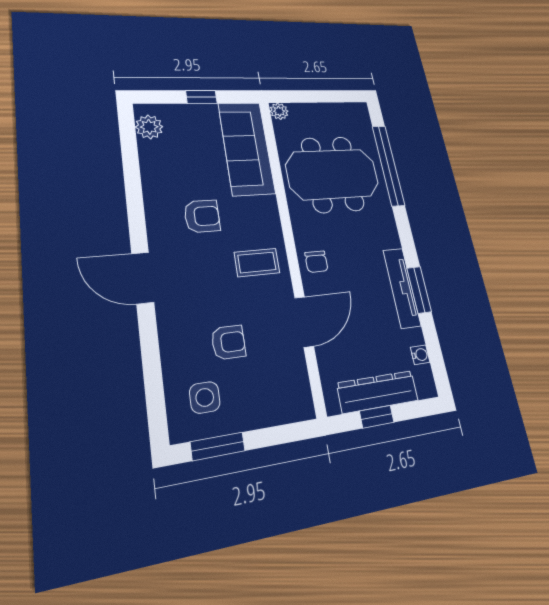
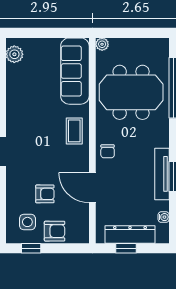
window: (201, 97) -> (50, 33), removed
armchair: (202, 216) -> (55, 231), moved
coffee table: (257, 262) -> (74, 131), moved, turned 90
door: (304, 322) -> (92, 188), swing flipped
window: (218, 446) -> (31, 248), width x0.67

